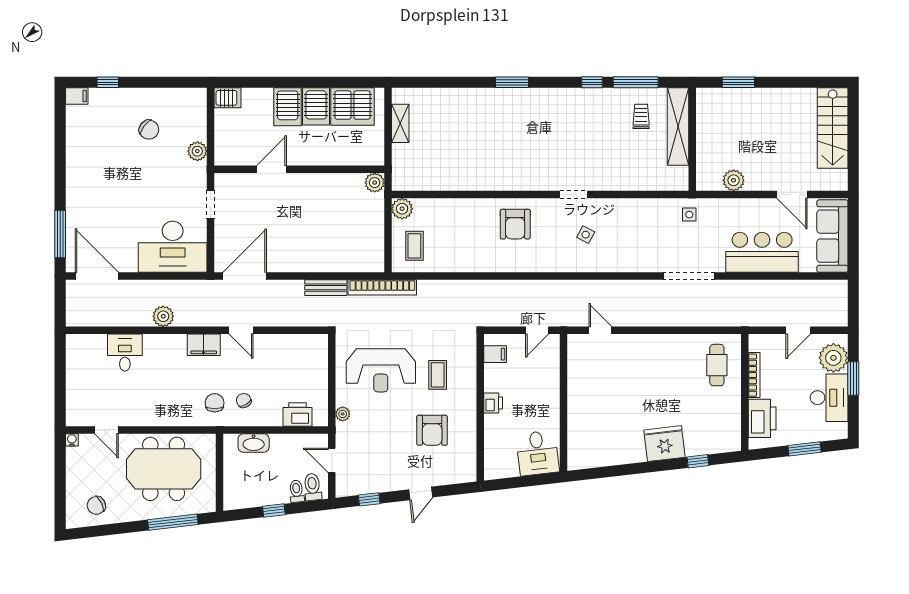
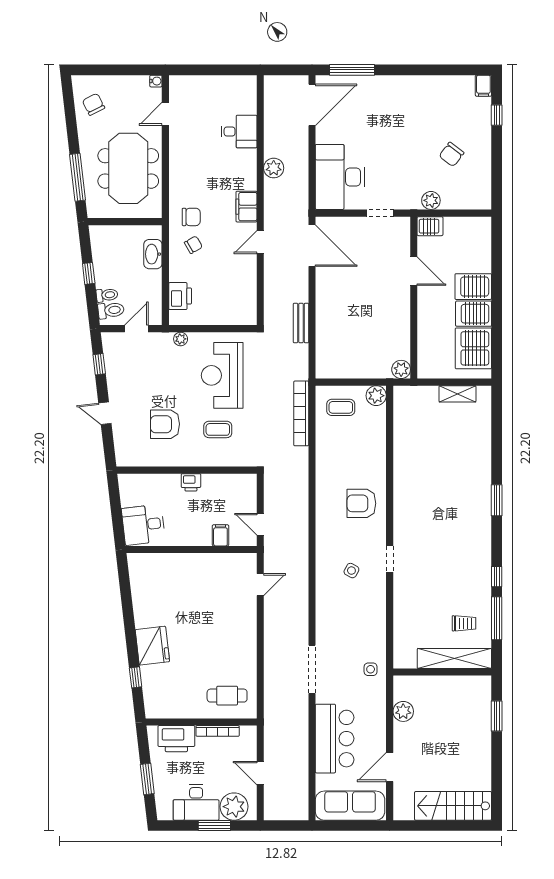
server rack: (228, 98) -> (430, 226), moved, turned -90
bookcase: (382, 287) -> (301, 413), moved
filing cabinet: (495, 354) -> (220, 535), moved, turned 180

